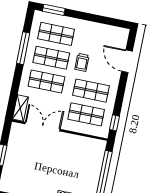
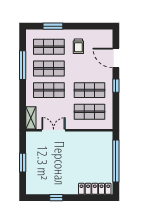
window: (54, 10) -> (53, 26), moved
trolley: (82, 62) -> (78, 46), moved
window: (114, 123) -> (116, 86), moved
double door: (43, 127) -> (54, 130), width x0.73

